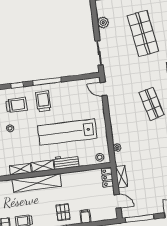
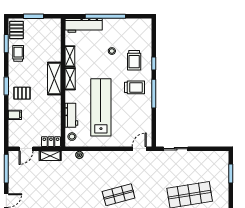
plant: (103, 23) -> (205, 157), removed
workbench: (66, 162) -> (71, 115), moved
shelving: (37, 183) -> (54, 78), width x0.68

